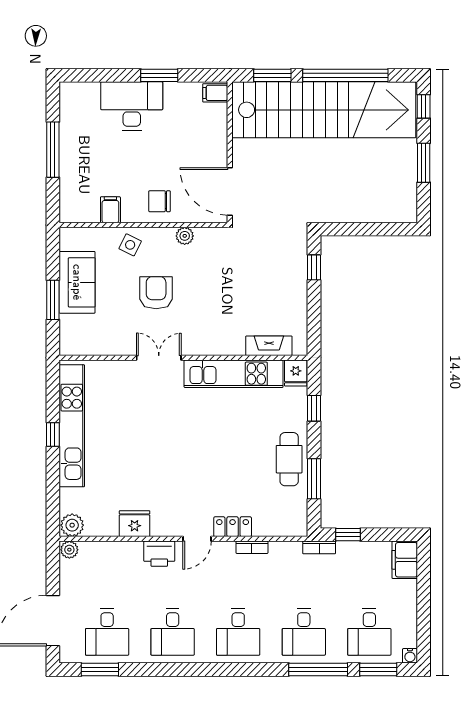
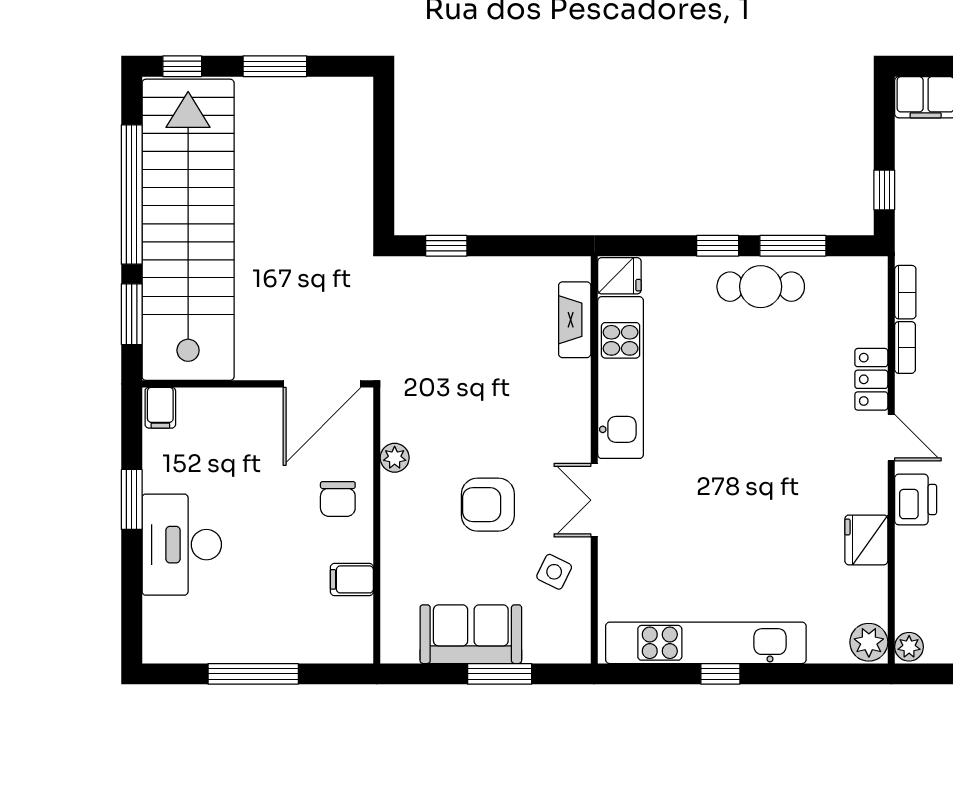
side table: (130, 245) -> (554, 572), moved
window: (314, 408) -> (718, 246), moved
bookcase: (319, 547) -> (905, 292), moved

